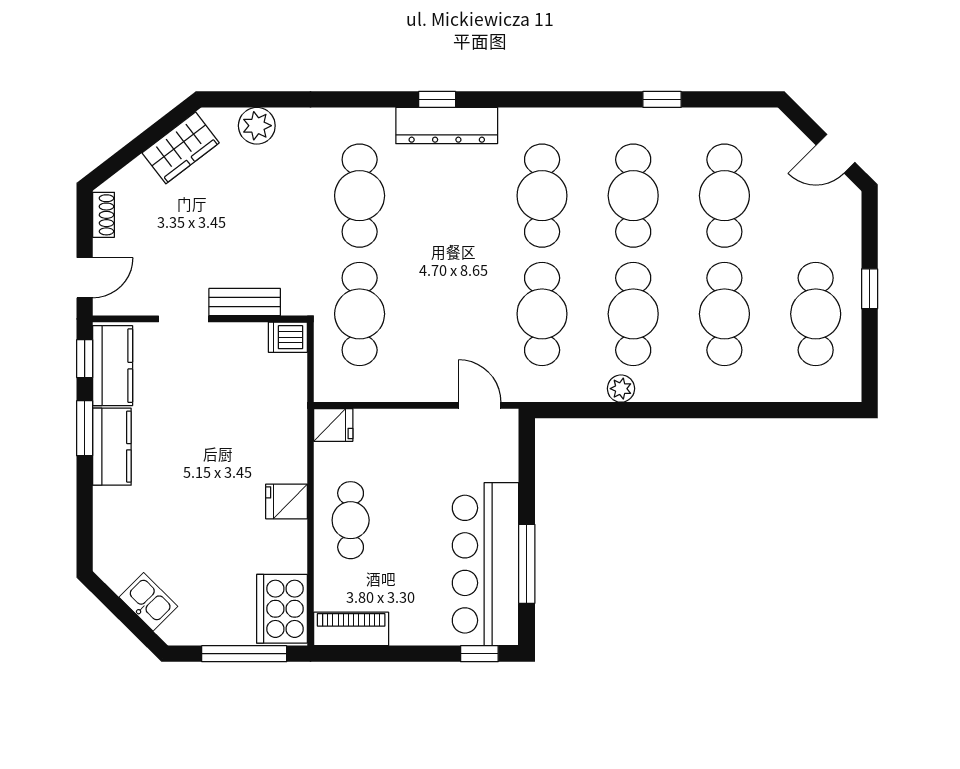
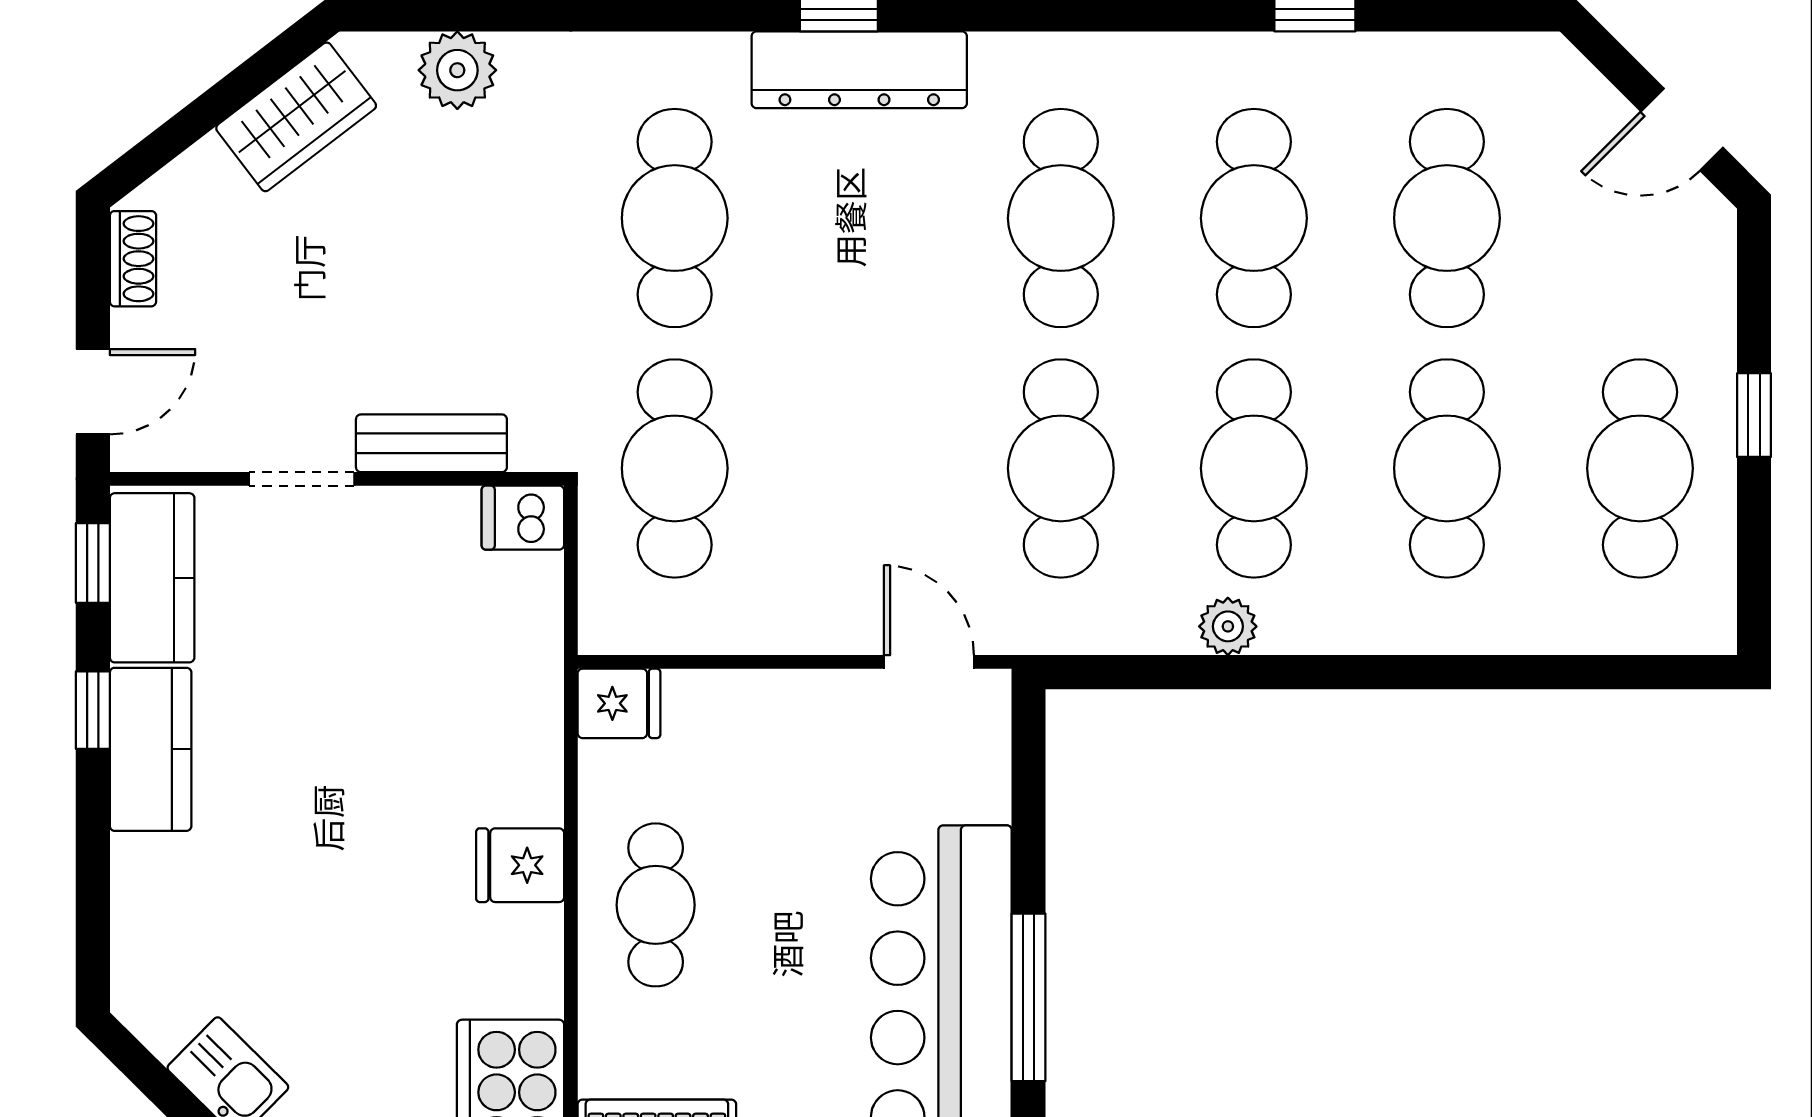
window: (85, 428) -> (93, 710), width x0.67

